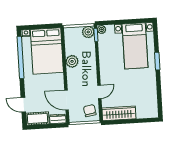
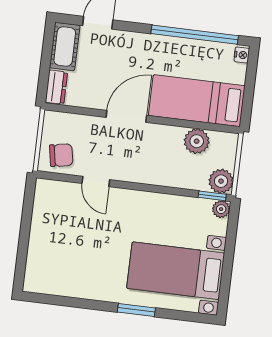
bed: (47, 51) -> (197, 101), width x0.67
plant: (72, 61) -> (197, 141), moved
door: (67, 100) -> (126, 116), moved
wardrobe: (119, 113) -> (45, 213), removed

